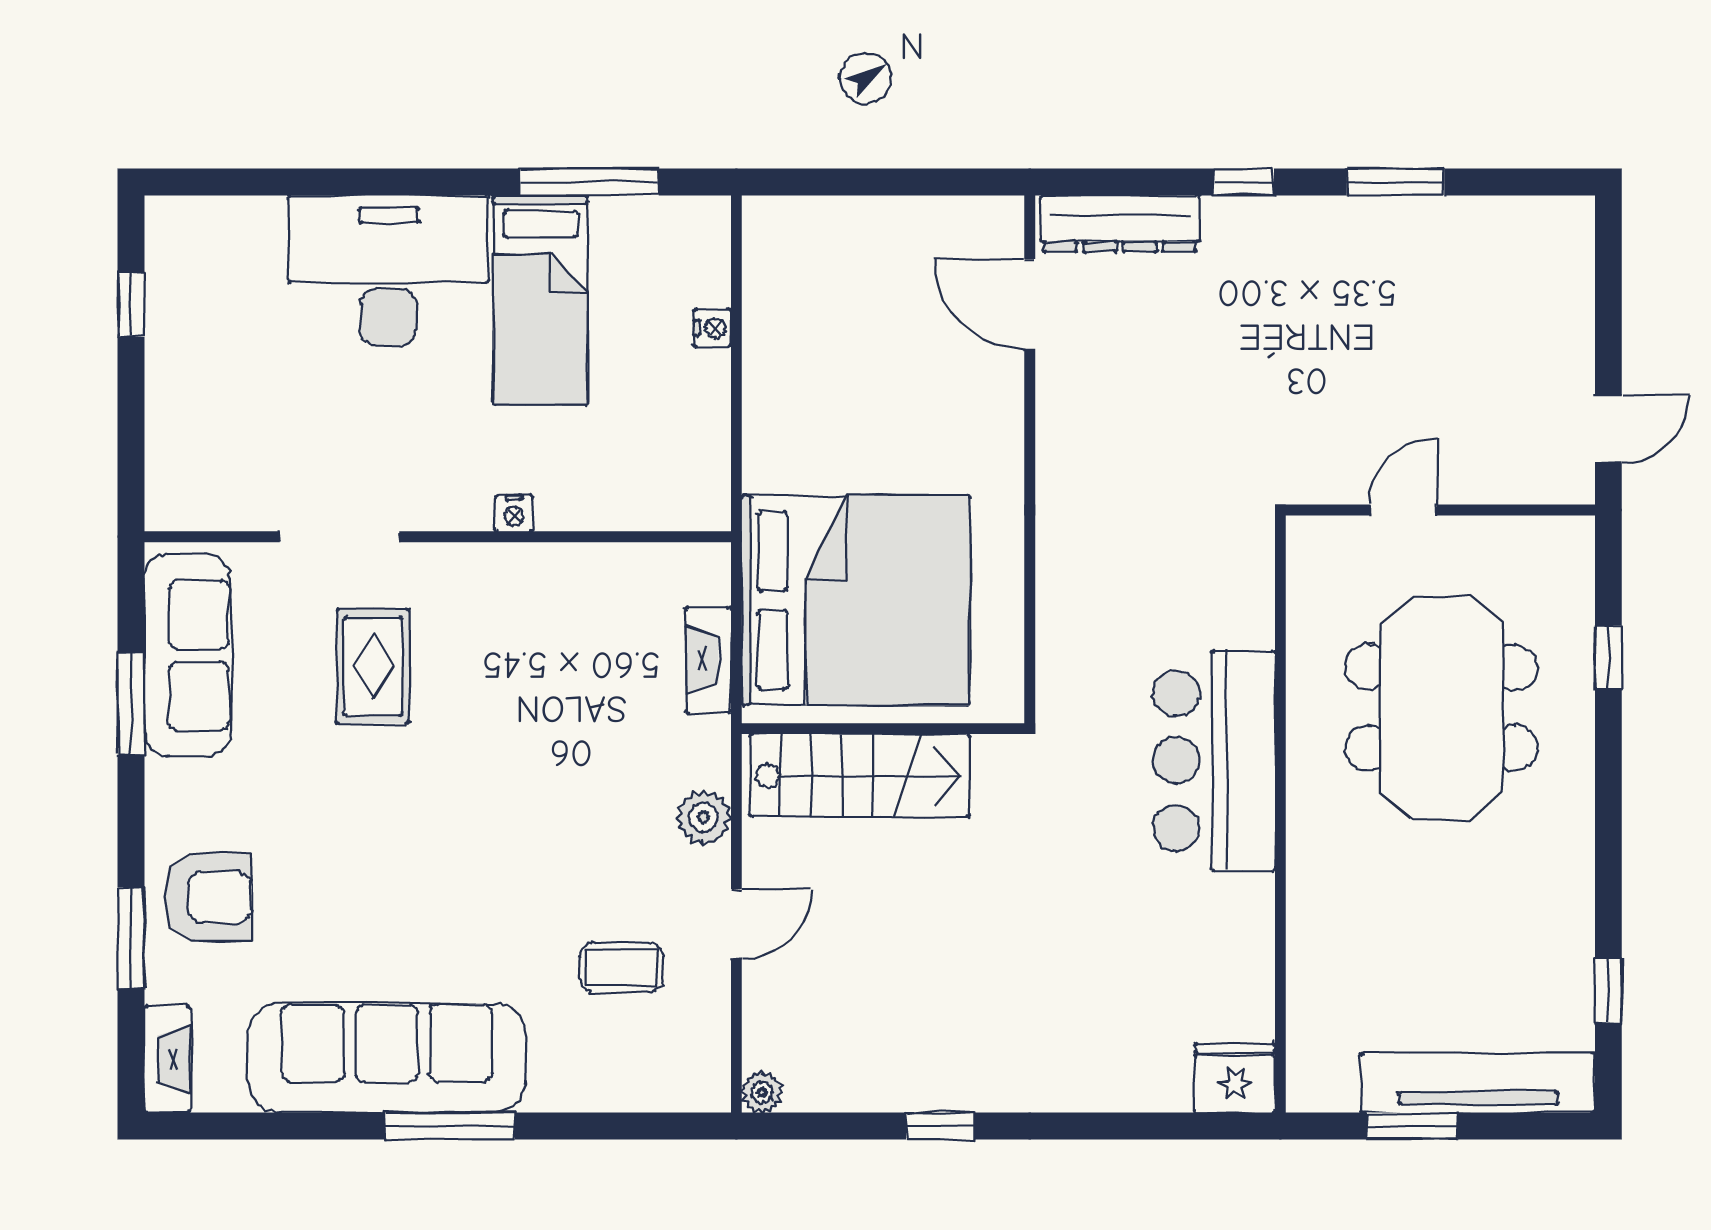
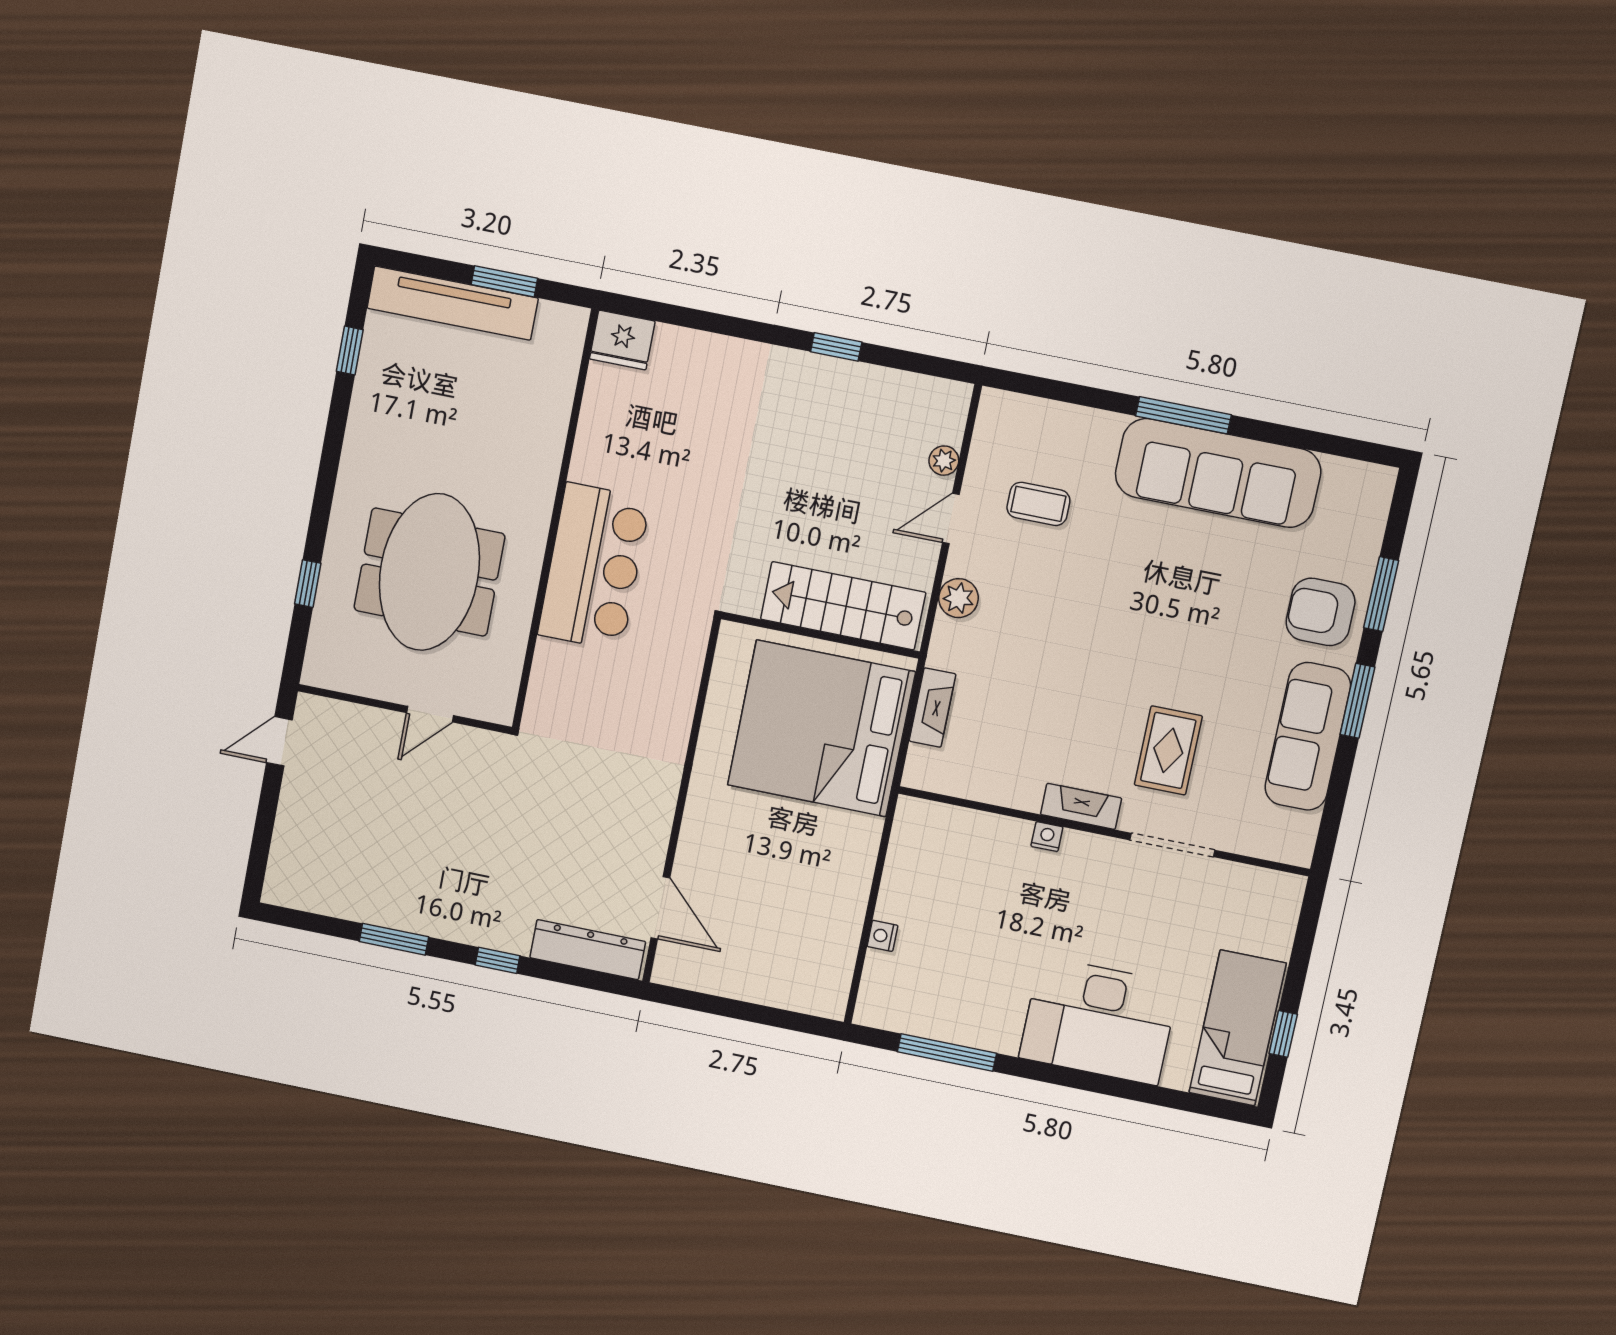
bed: (540, 300) -> (1237, 1028), moved
sofa: (188, 655) -> (1308, 736), moved
window: (131, 703) -> (1357, 701), moved
fireplace: (167, 1059) -> (1081, 806), moved, turned 90
plant: (762, 1092) -> (944, 461), moved

